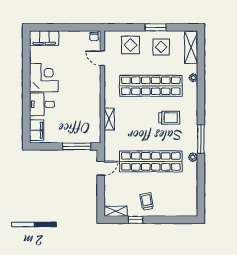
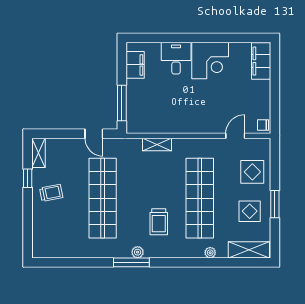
filing cabinet: (37, 130) -> (135, 65), moved, turned -90
plant: (193, 157) -> (138, 252), moved

